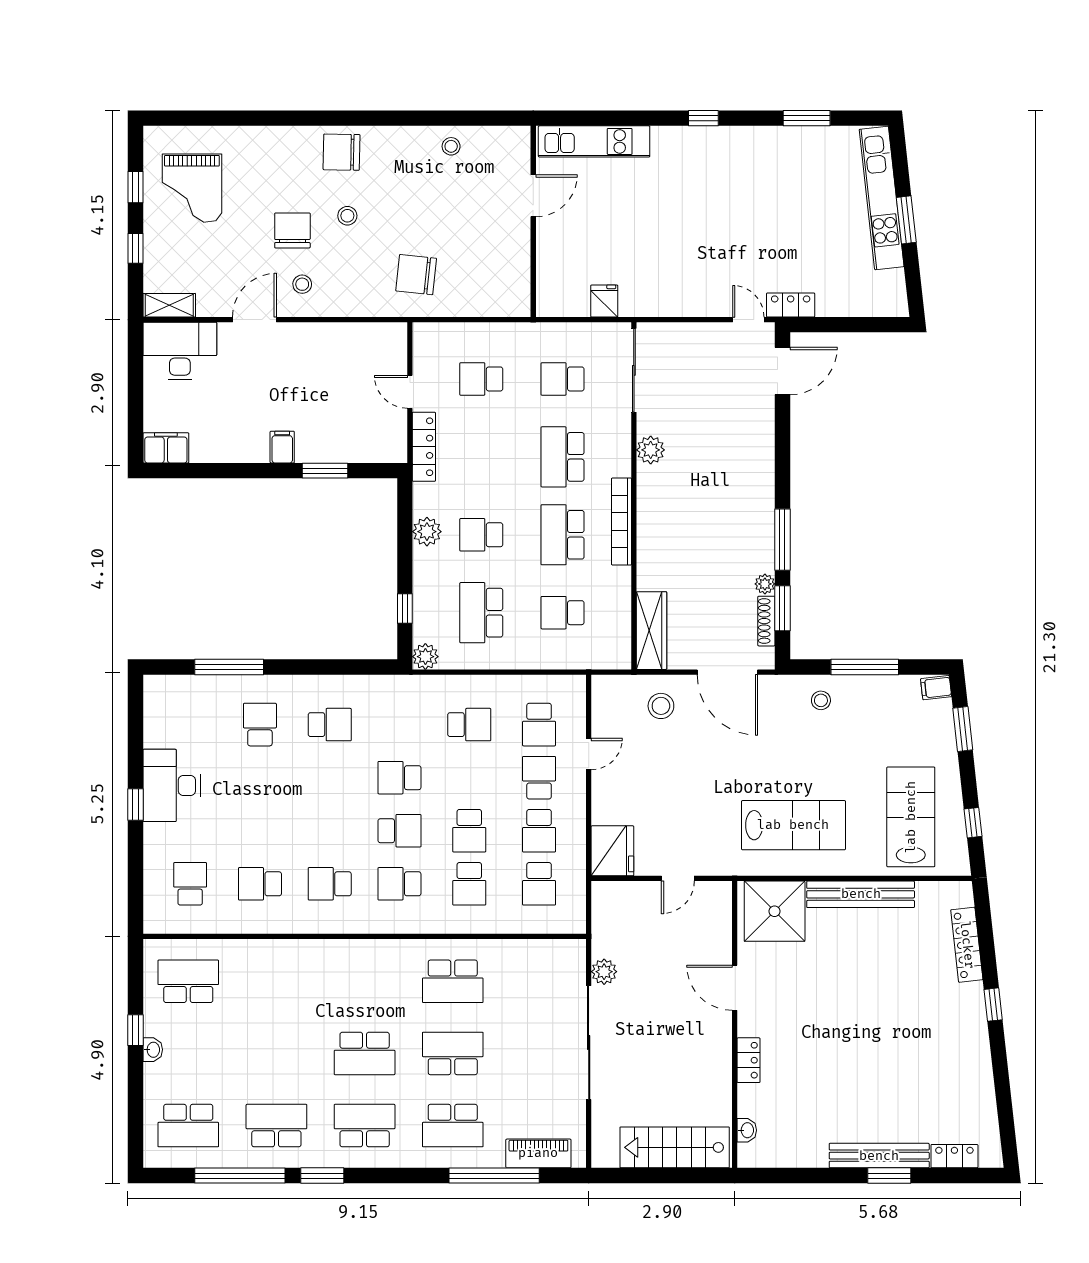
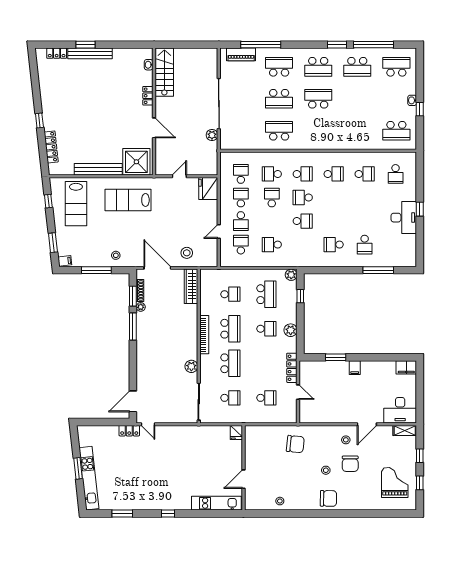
fridge: (604, 301) -> (236, 432), moved
school desk: (469, 884) -> (272, 174), turned -90
stairs: (675, 1147) -> (164, 72), moved, turned -90

